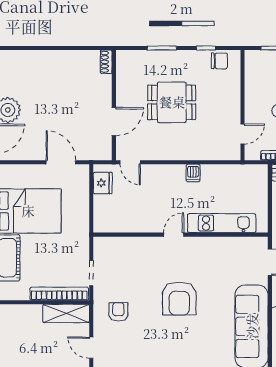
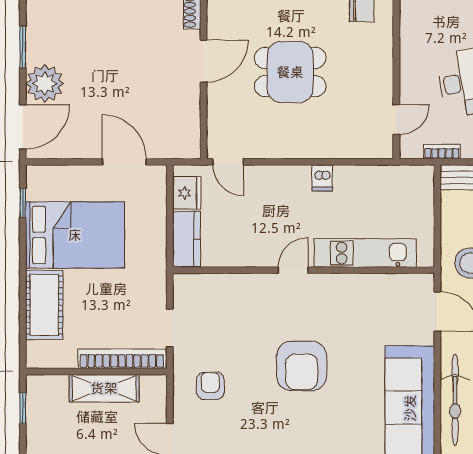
door: (114, 122) -> (204, 61), moved
kitchen counter: (102, 214) -> (187, 239), added
shelving: (66, 313) -> (104, 388), moved

